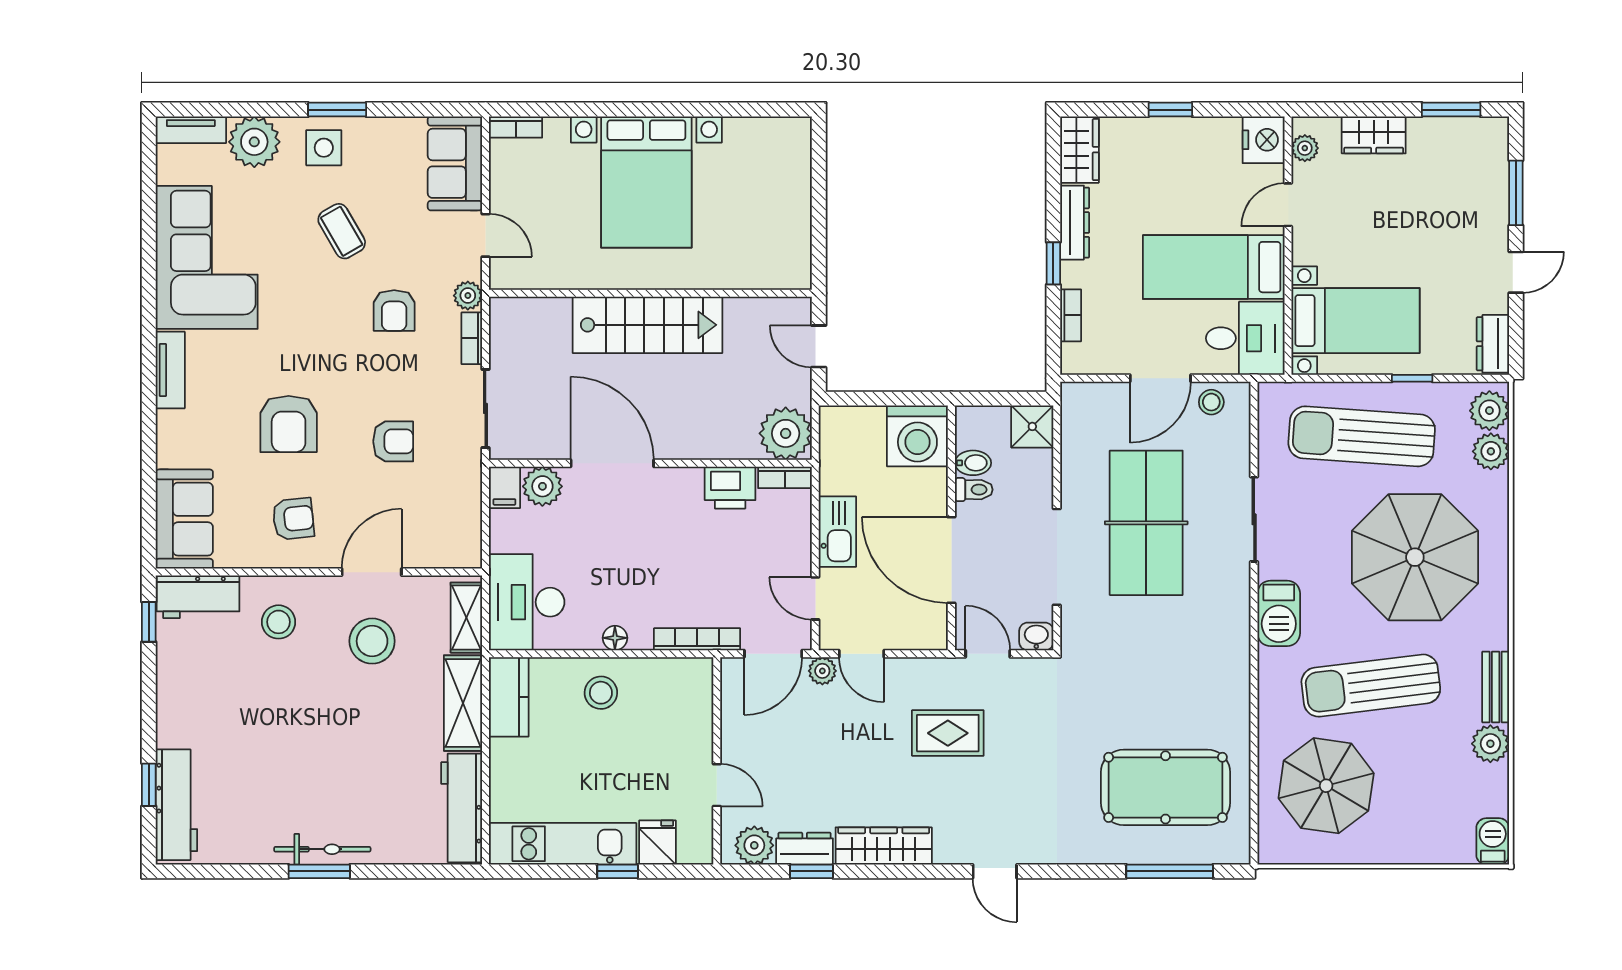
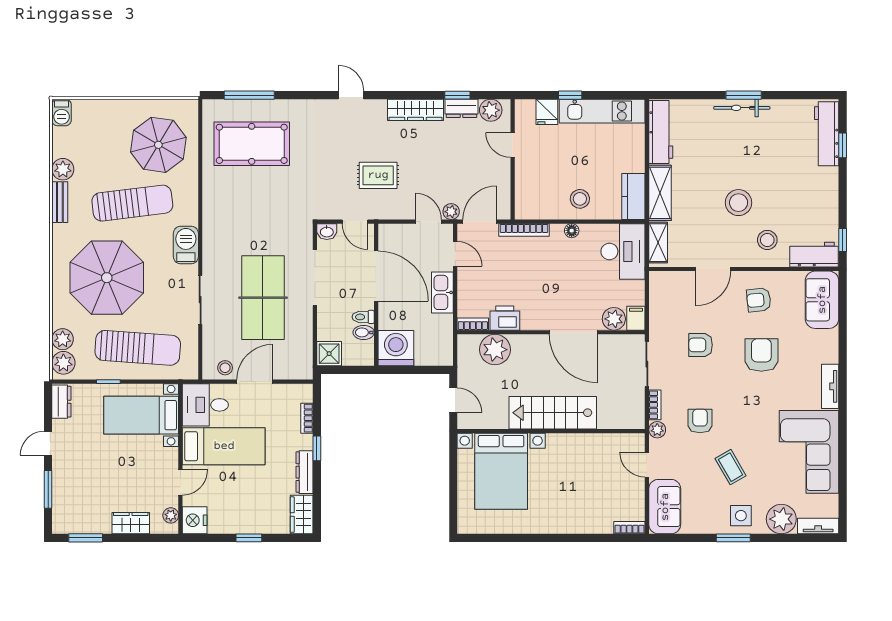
bed with nightstands: (646, 182) -> (501, 471), moved, turned 180
plant: (786, 433) -> (495, 350), moved
stool: (372, 641) -> (739, 203), moved

